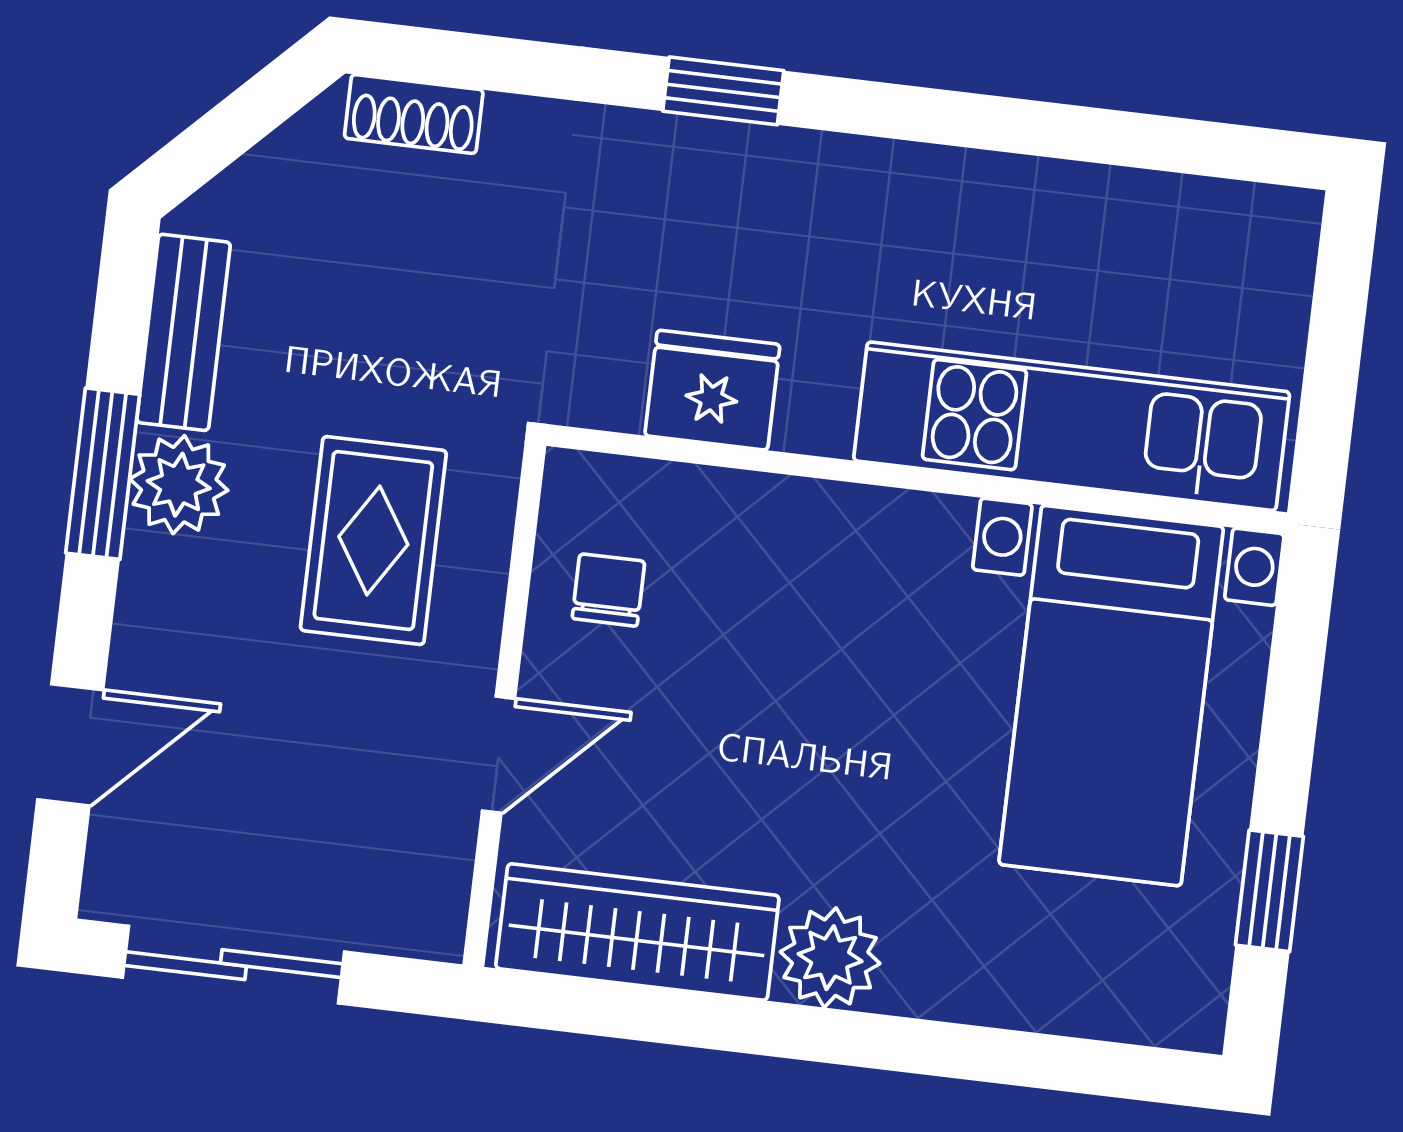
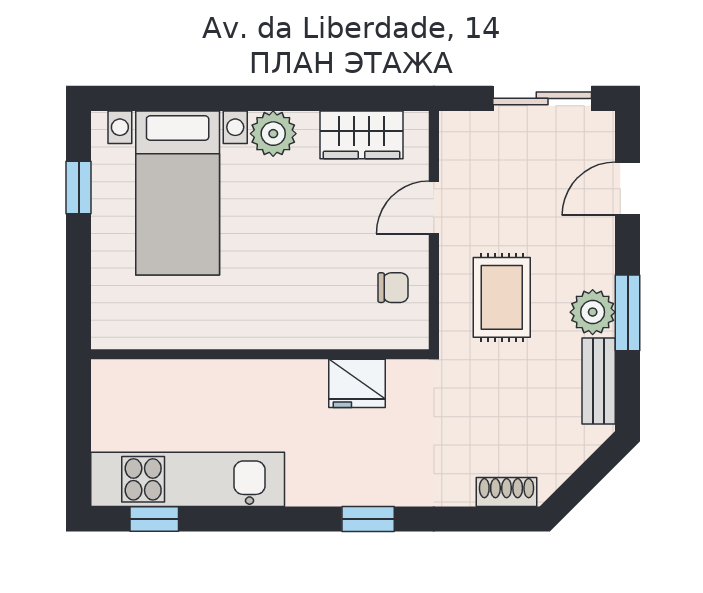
window: (1190, 147) -> (154, 519), added
kitchen unit: (1072, 426) -> (188, 479), moved, turned 180
chair: (608, 590) -> (393, 288), turned -90
bed with nightstands: (1111, 696) -> (178, 193), moved, turned 180
wardrobe: (637, 932) -> (362, 135), width x0.67

